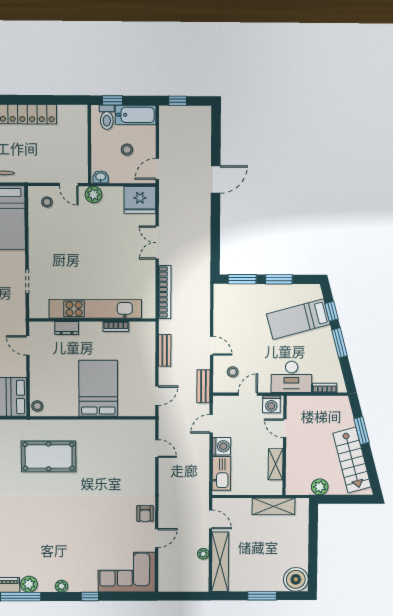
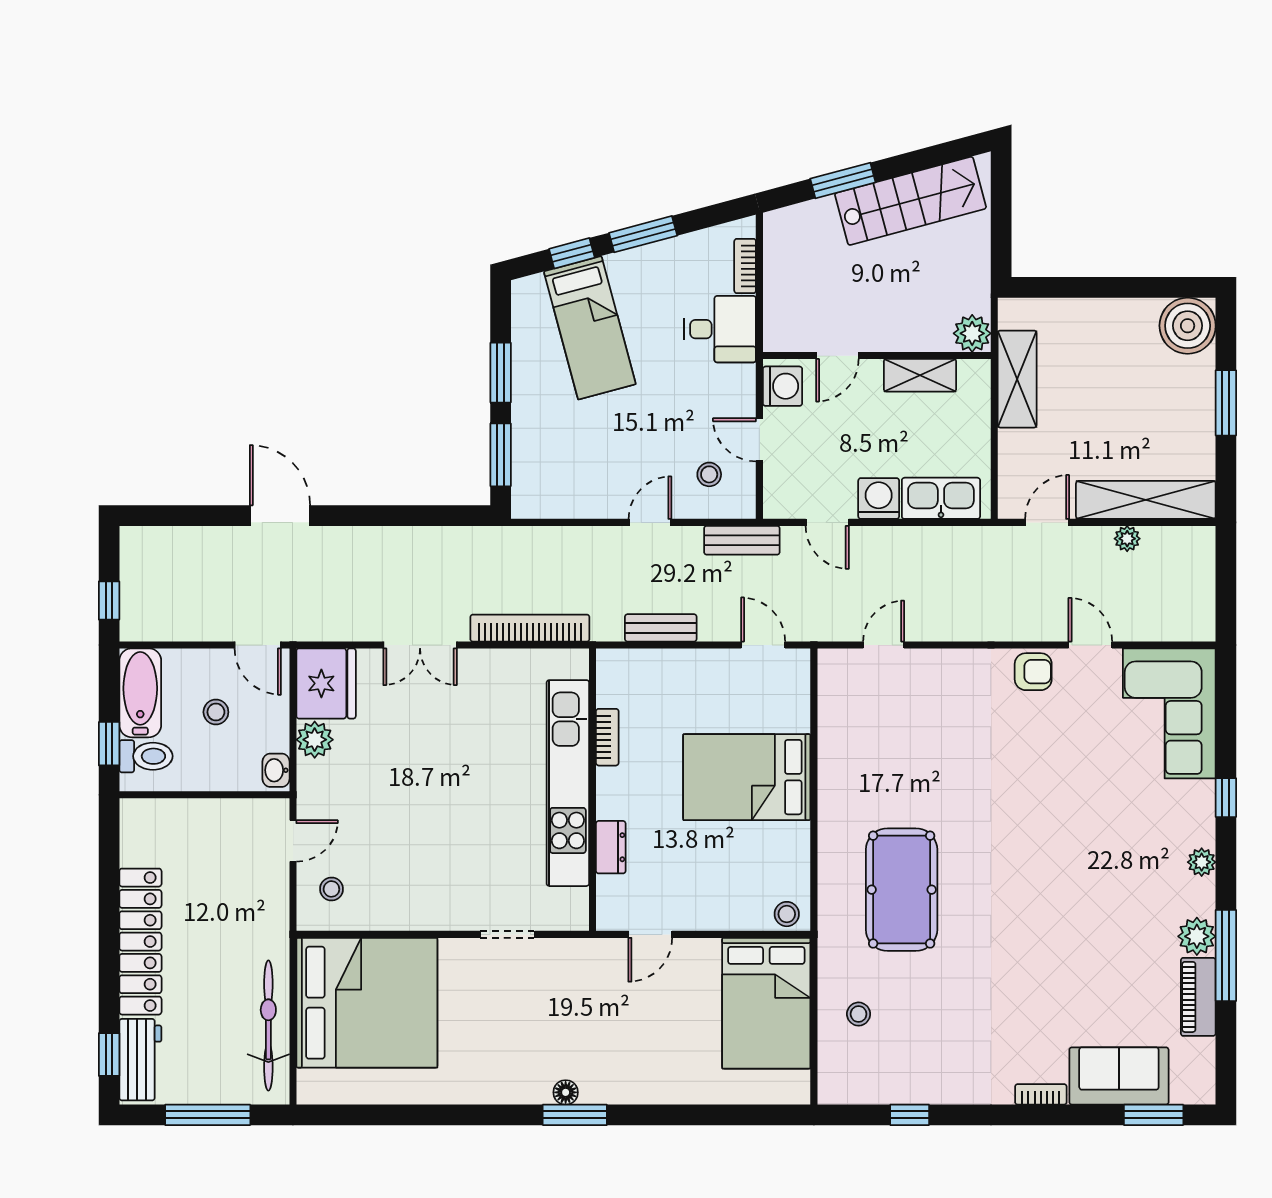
plant: (93, 195) -> (315, 740), moved
desk: (291, 377) -> (720, 329), width x0.73
plant: (320, 487) -> (972, 333), moved

